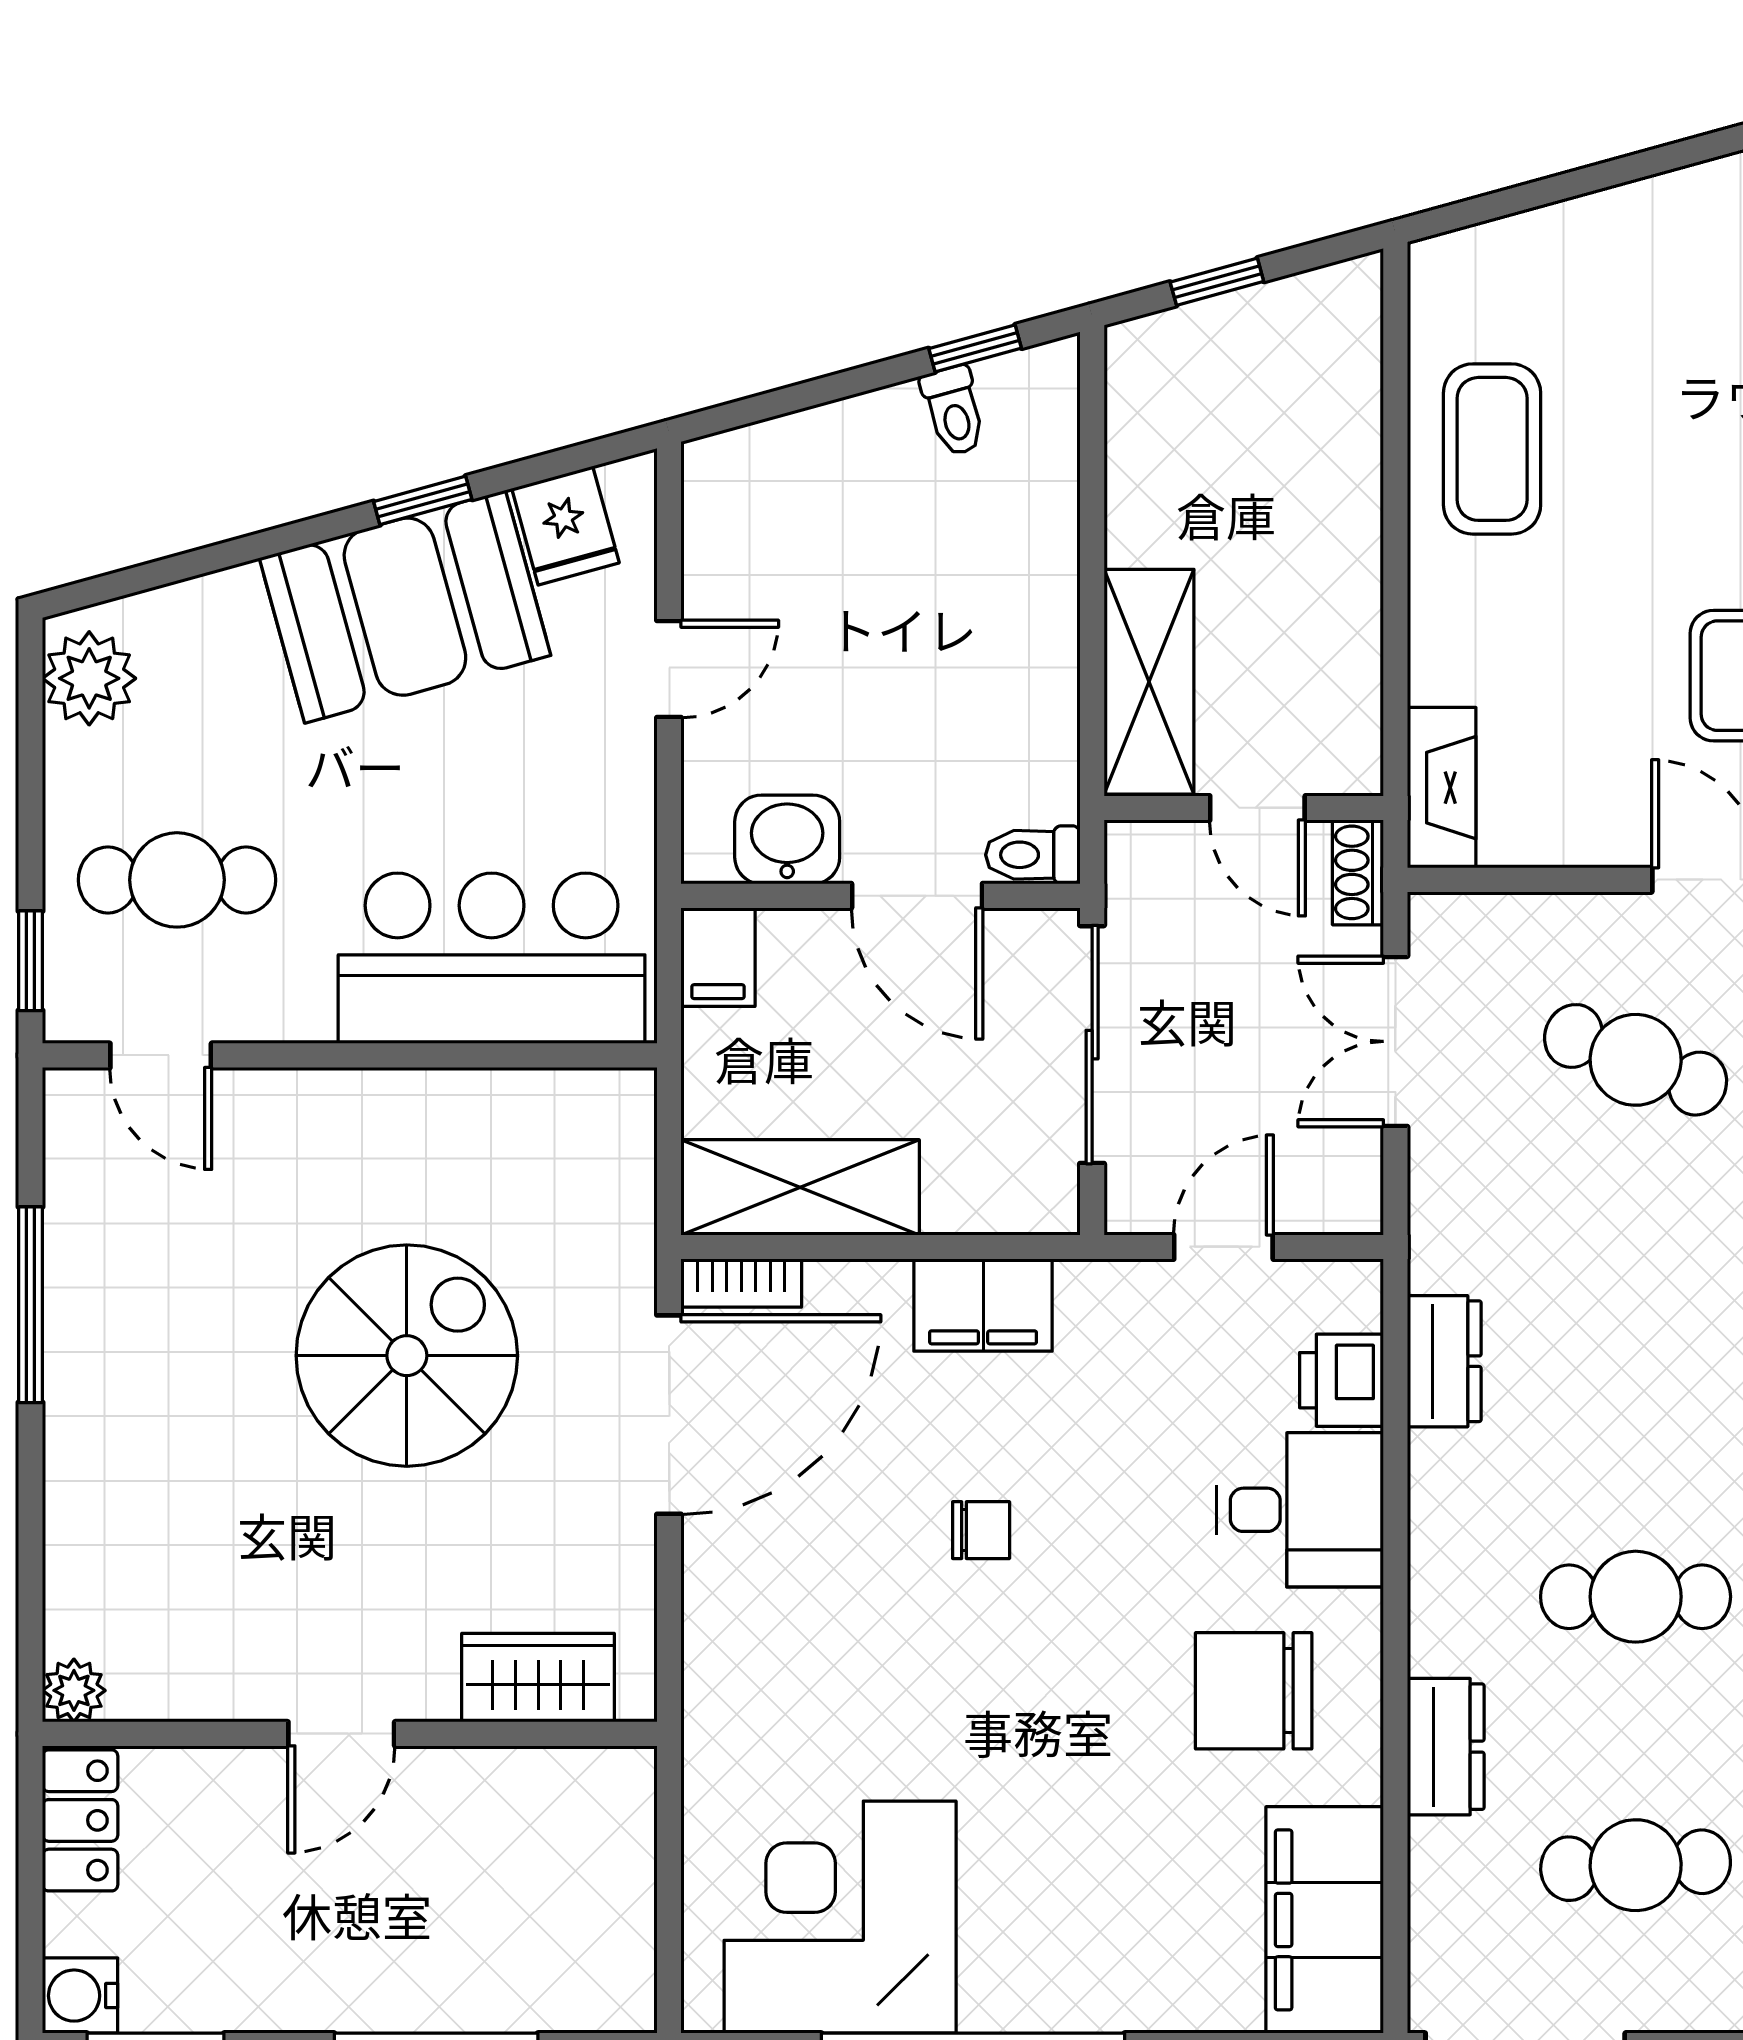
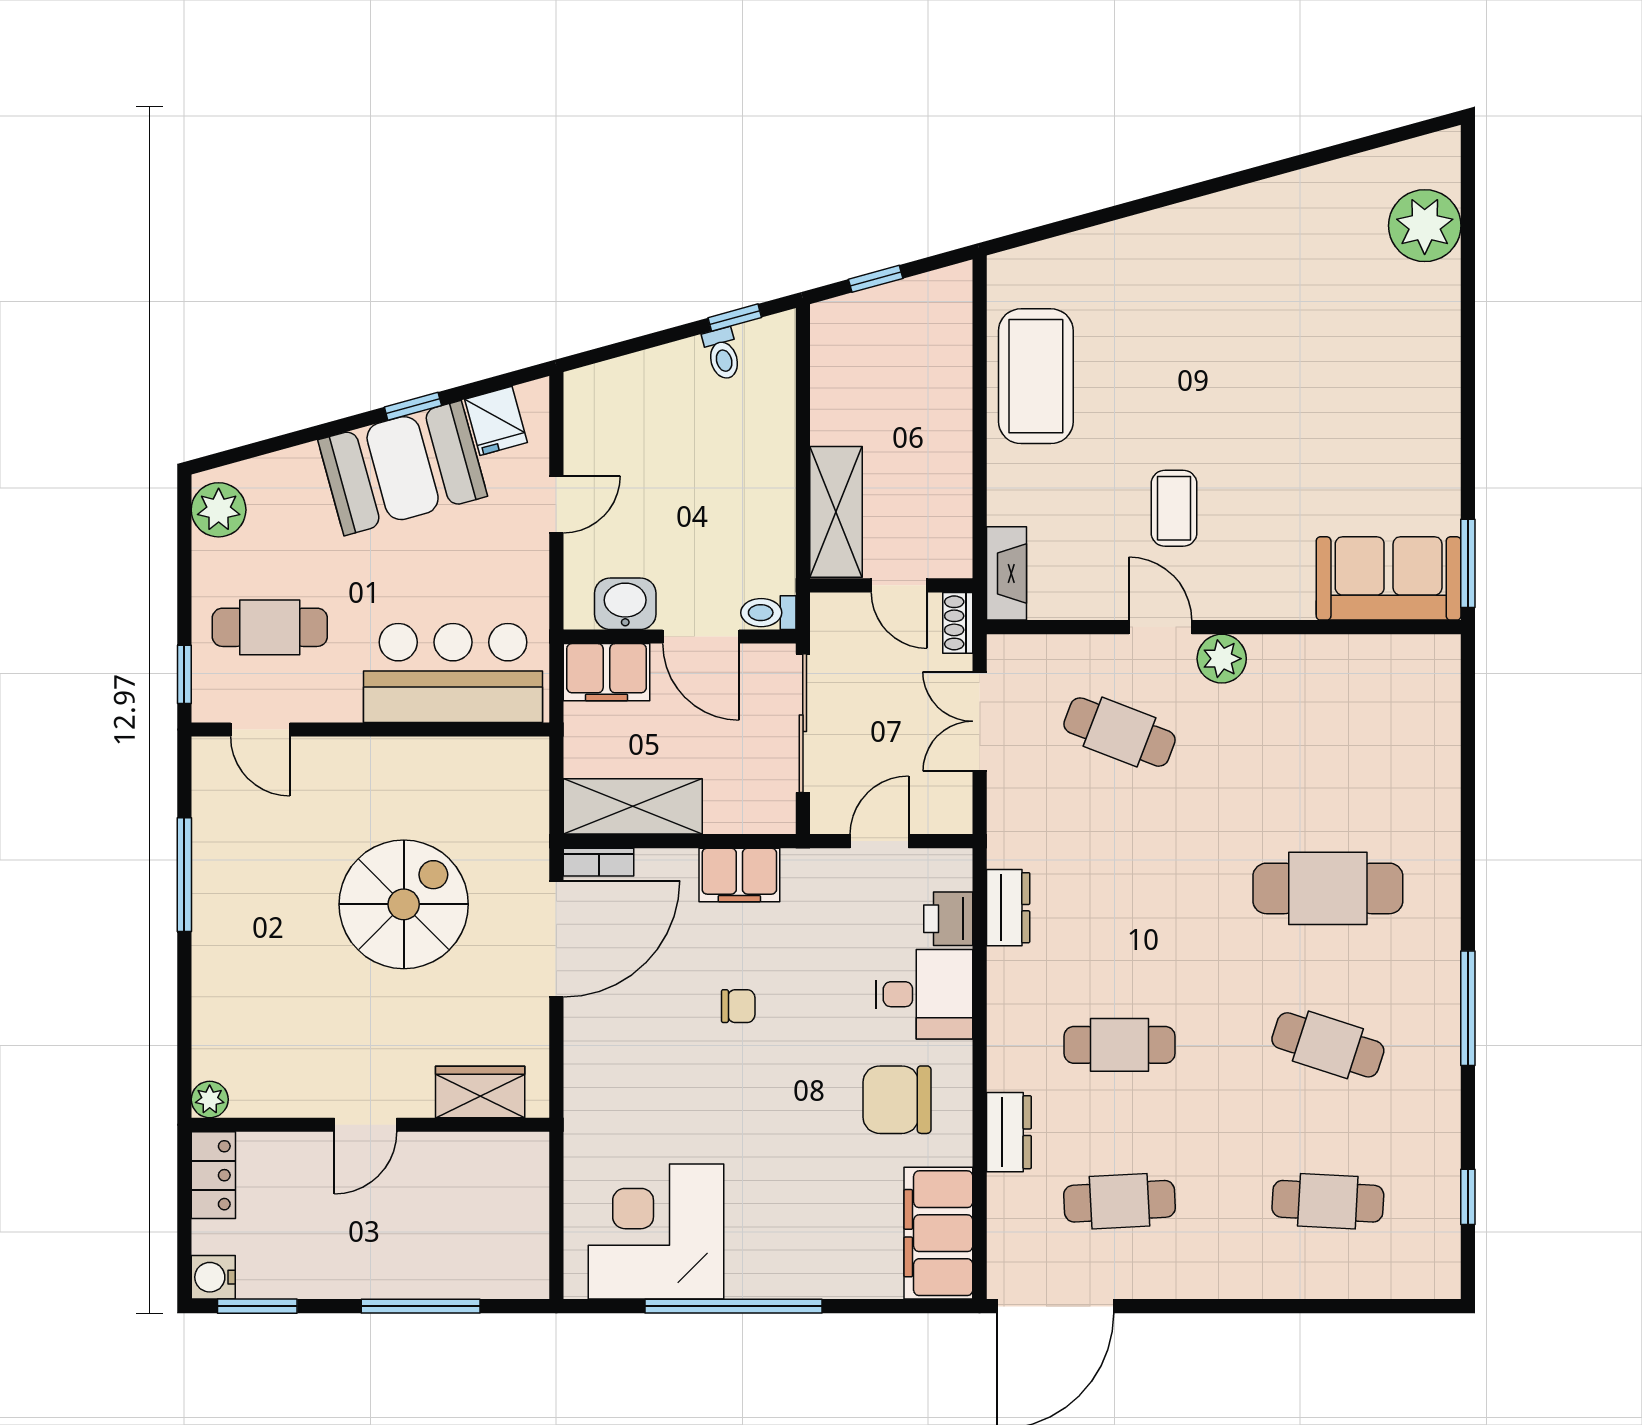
coffee table: (1492, 449) -> (1036, 376), width x1.36, depth x1.32
filing cabinet: (718, 957) -> (606, 672), width x2.00

